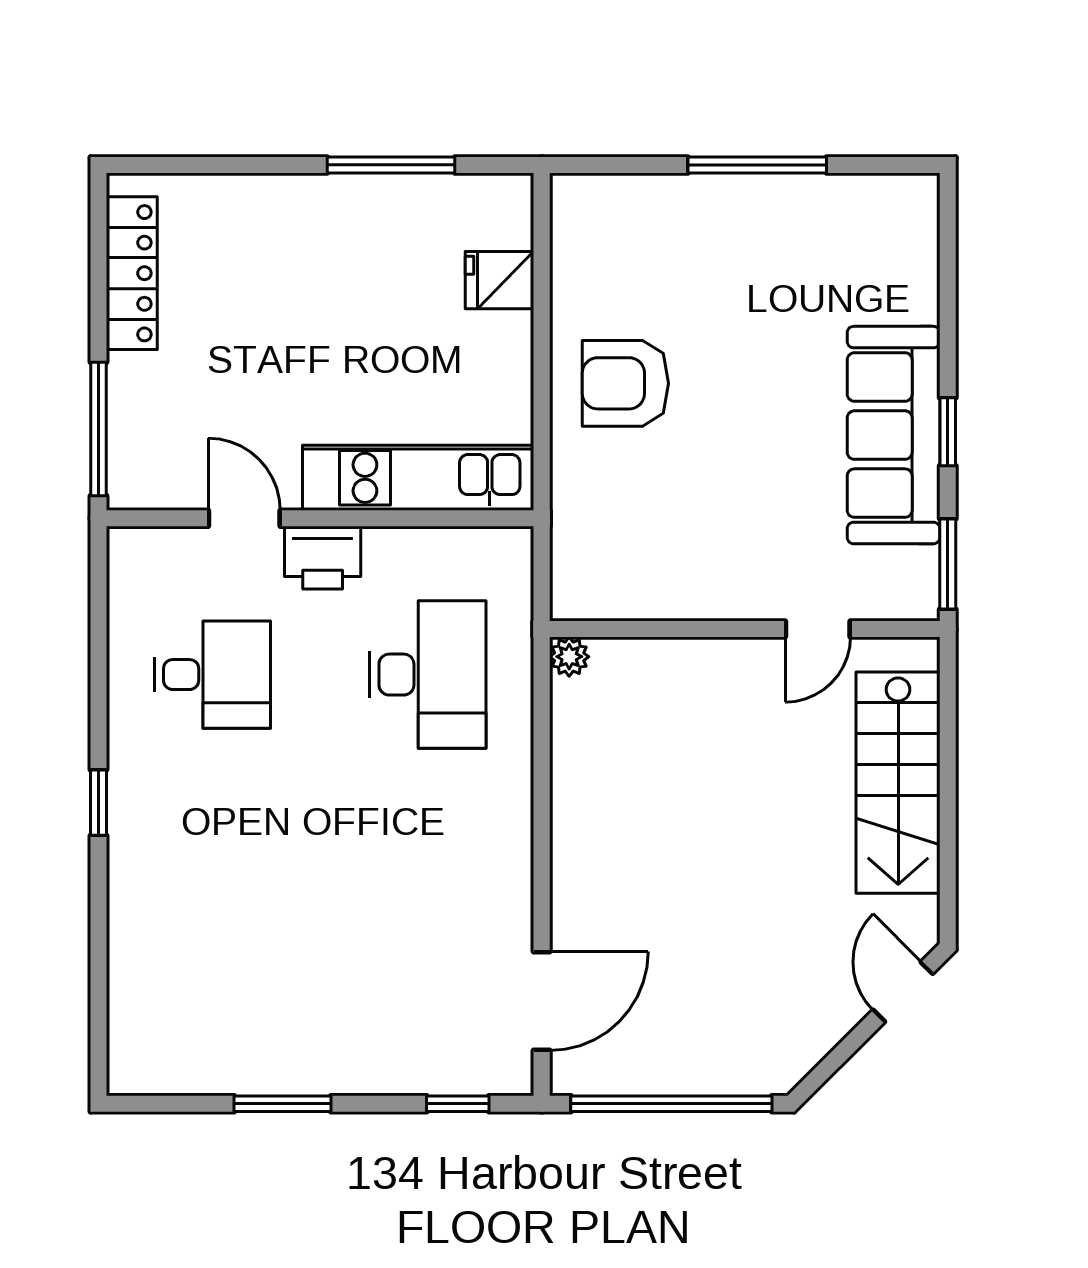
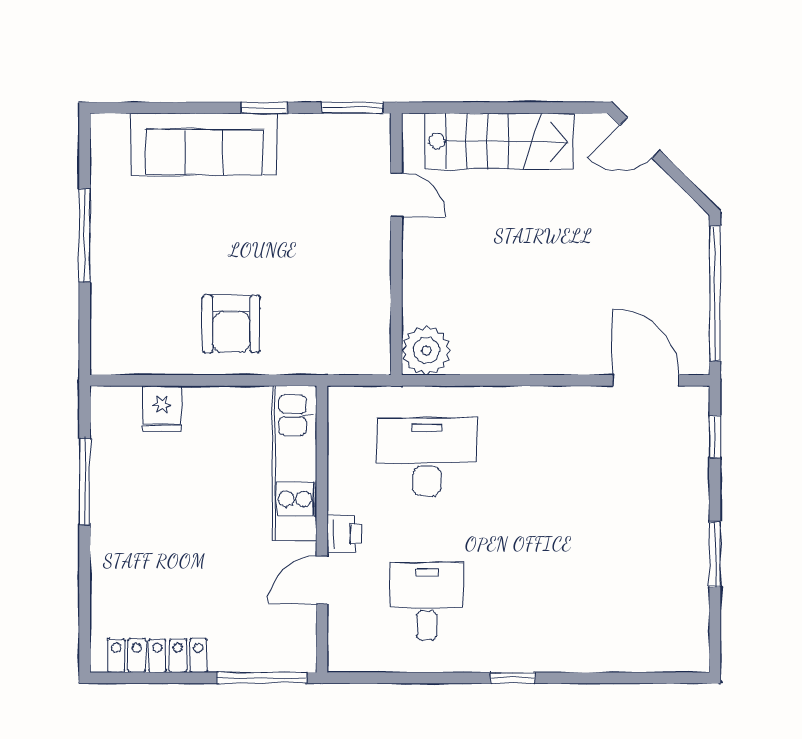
sofa: (894, 435) -> (204, 144), moved
printer: (323, 558) -> (344, 534), width x0.73, depth x0.81
plant: (569, 657) -> (426, 350), width x1.87, depth x1.87

